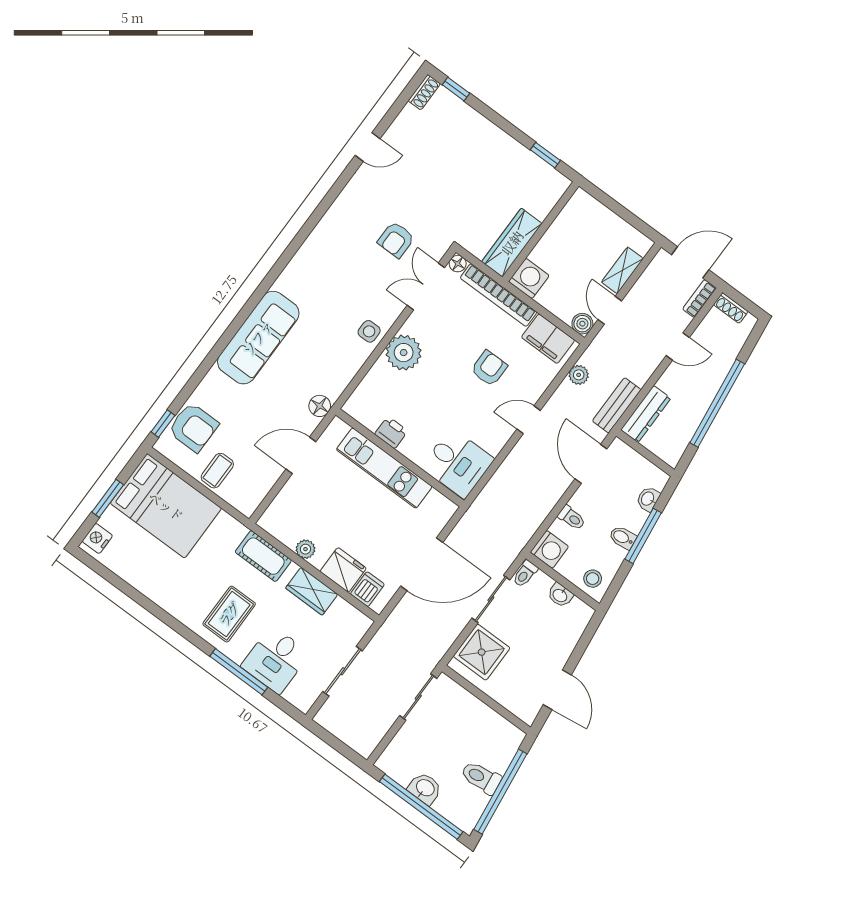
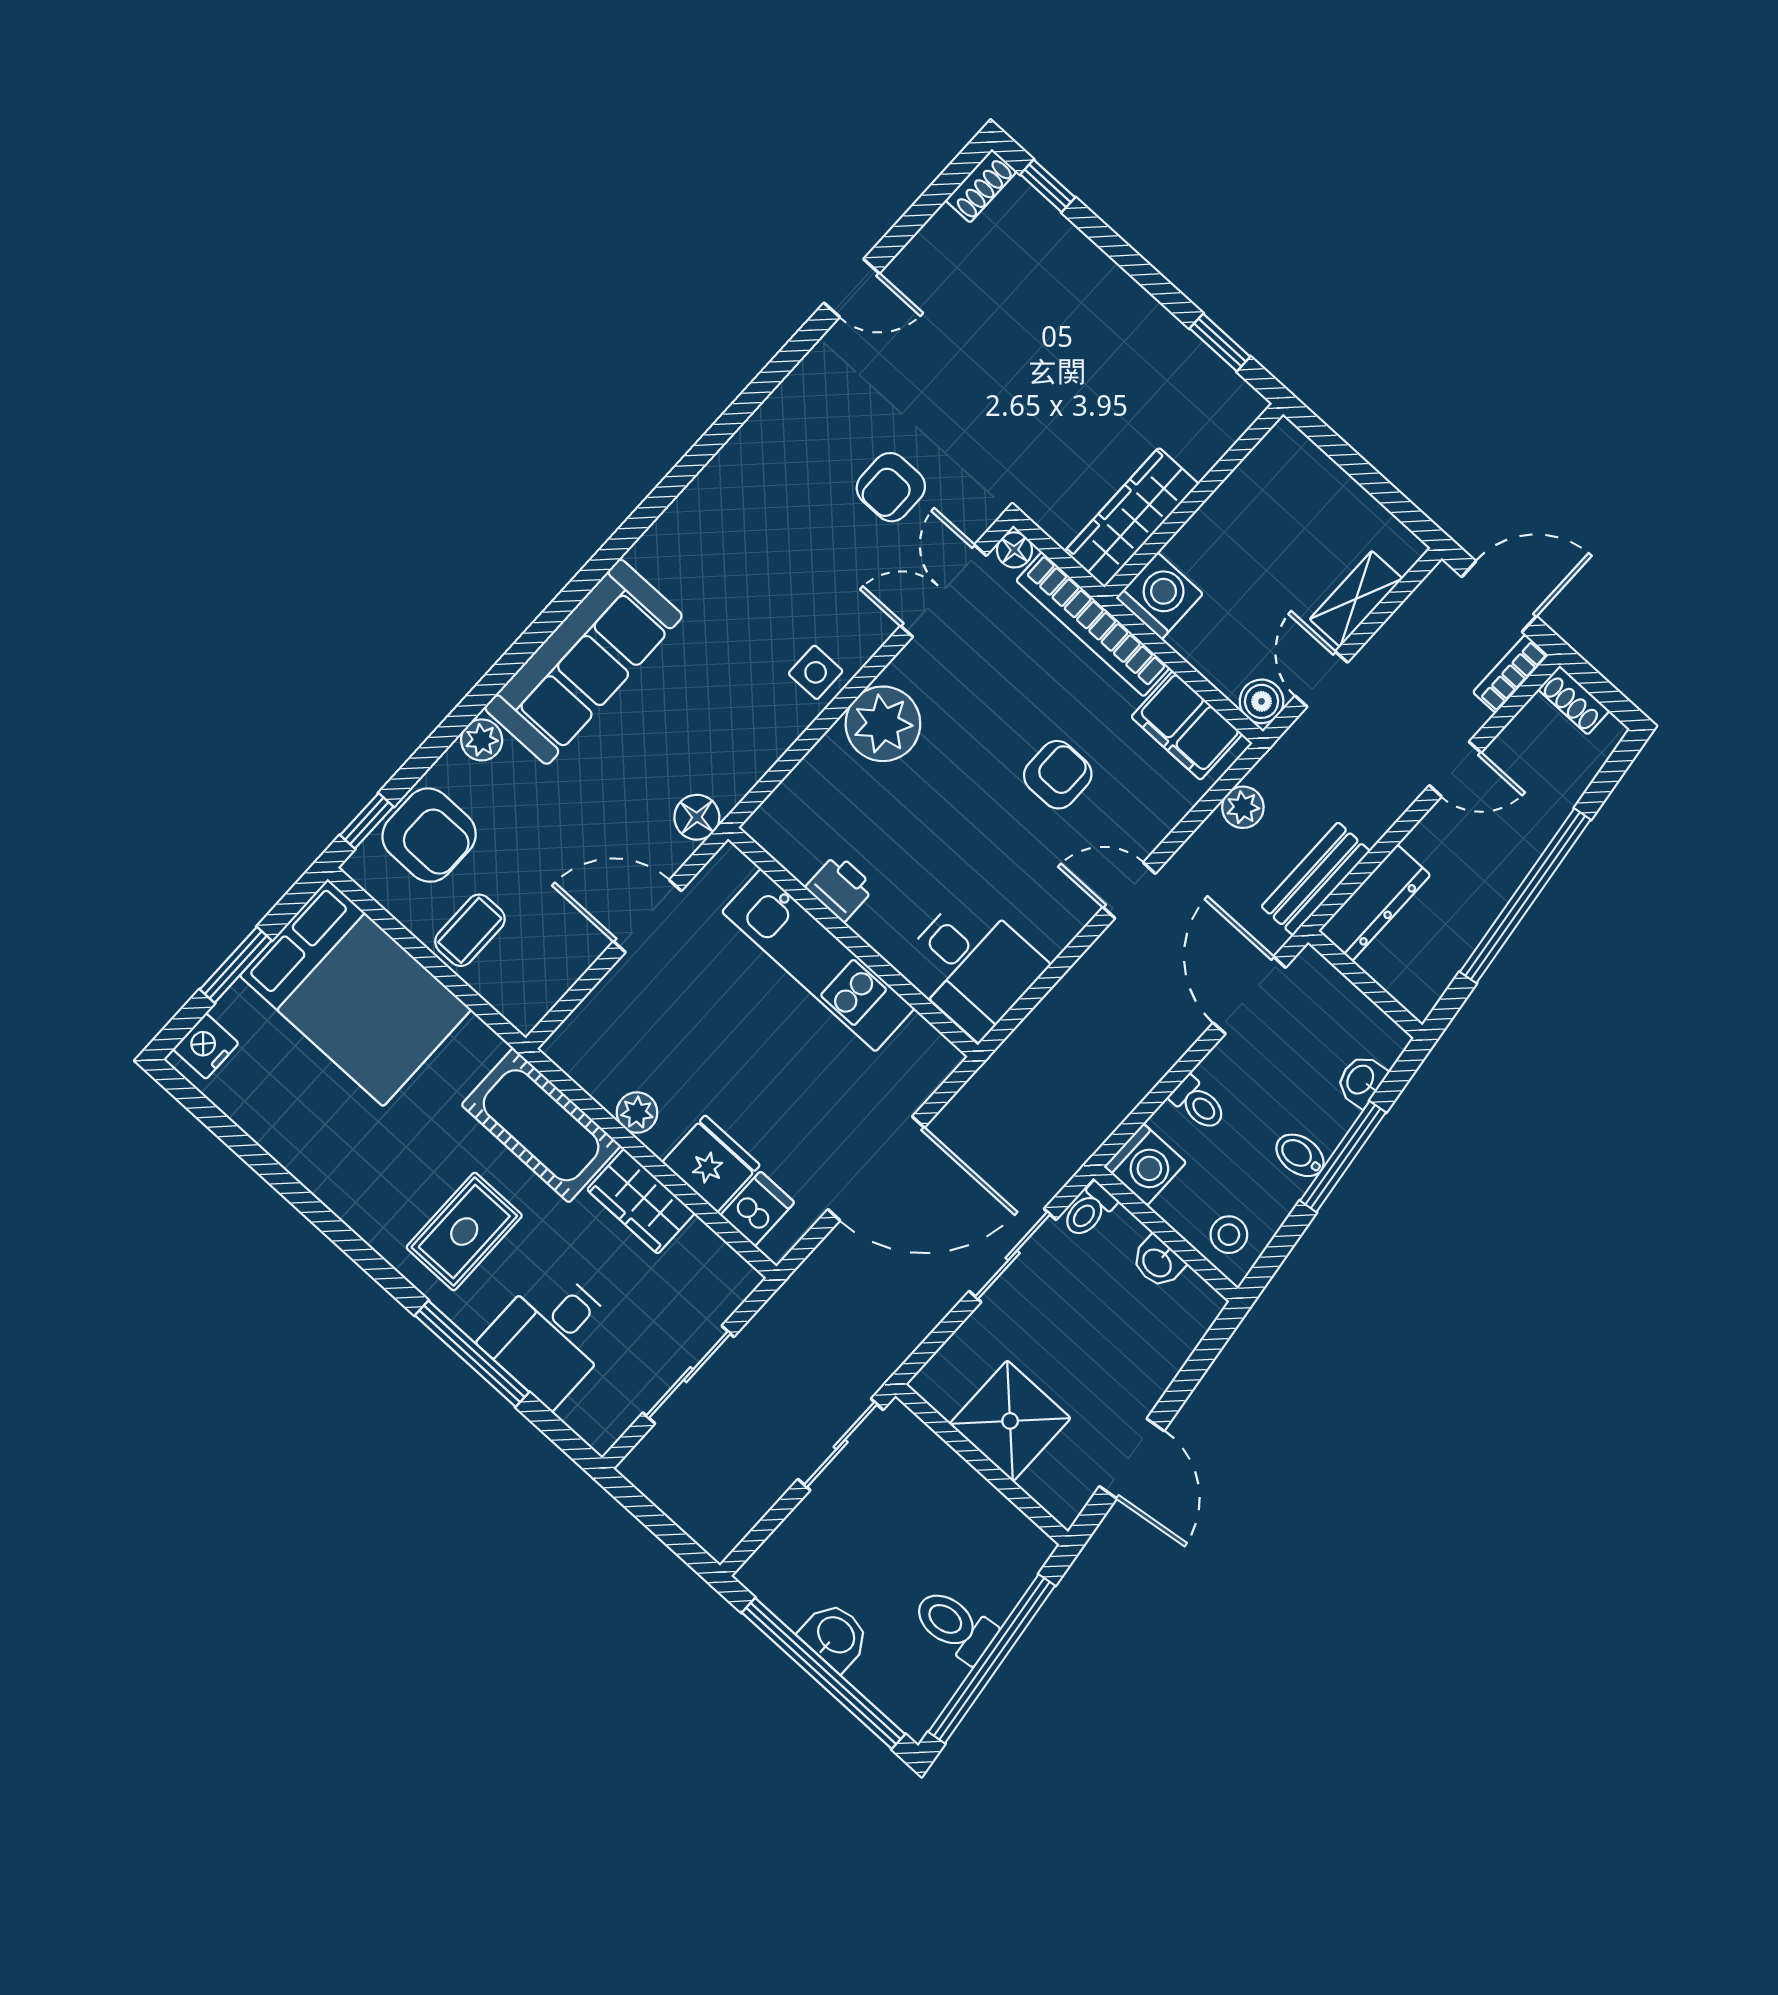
plant: (214, 380) -> (482, 740), added
cot: (263, 556) -> (541, 1125), width x1.37, depth x1.34
shower: (482, 652) -> (1010, 1421), moved

